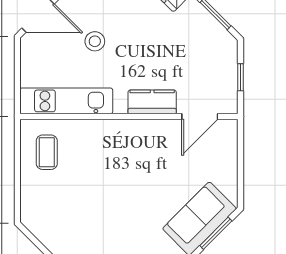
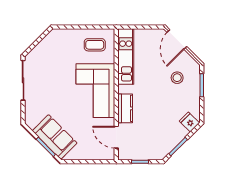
stool: (95, 41) -> (177, 78), moved
corner sofa: (123, 151) -> (95, 91), added

